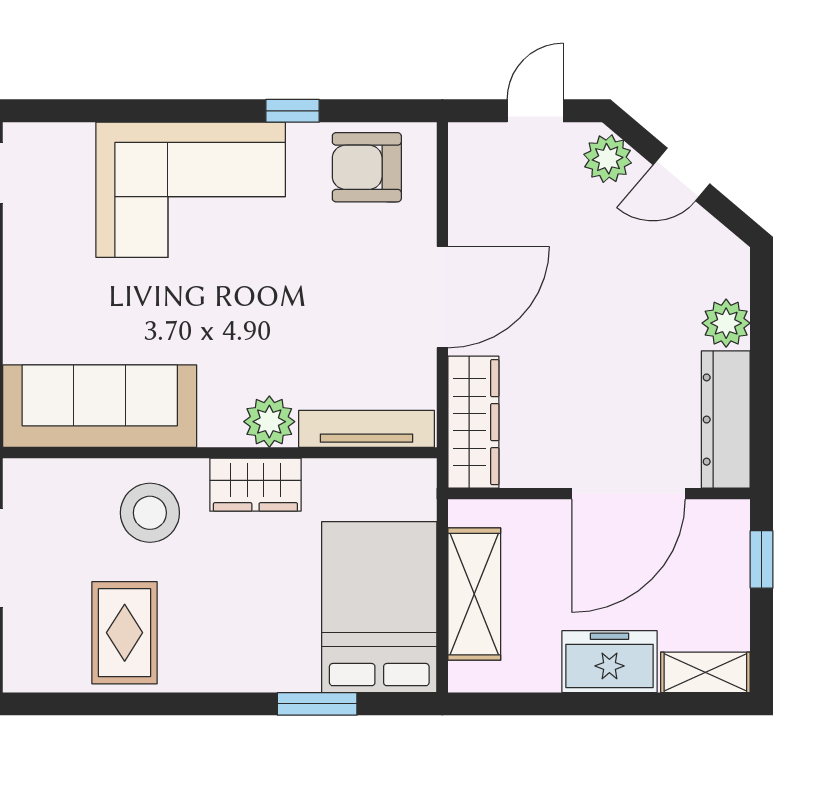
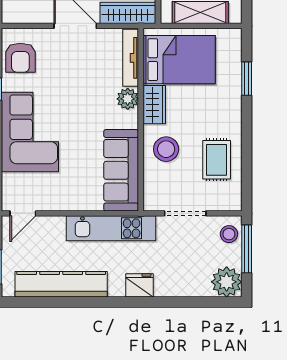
bed: (379, 607) -> (179, 60), moved, turned 180
rug: (125, 633) -> (217, 160), turned 90

